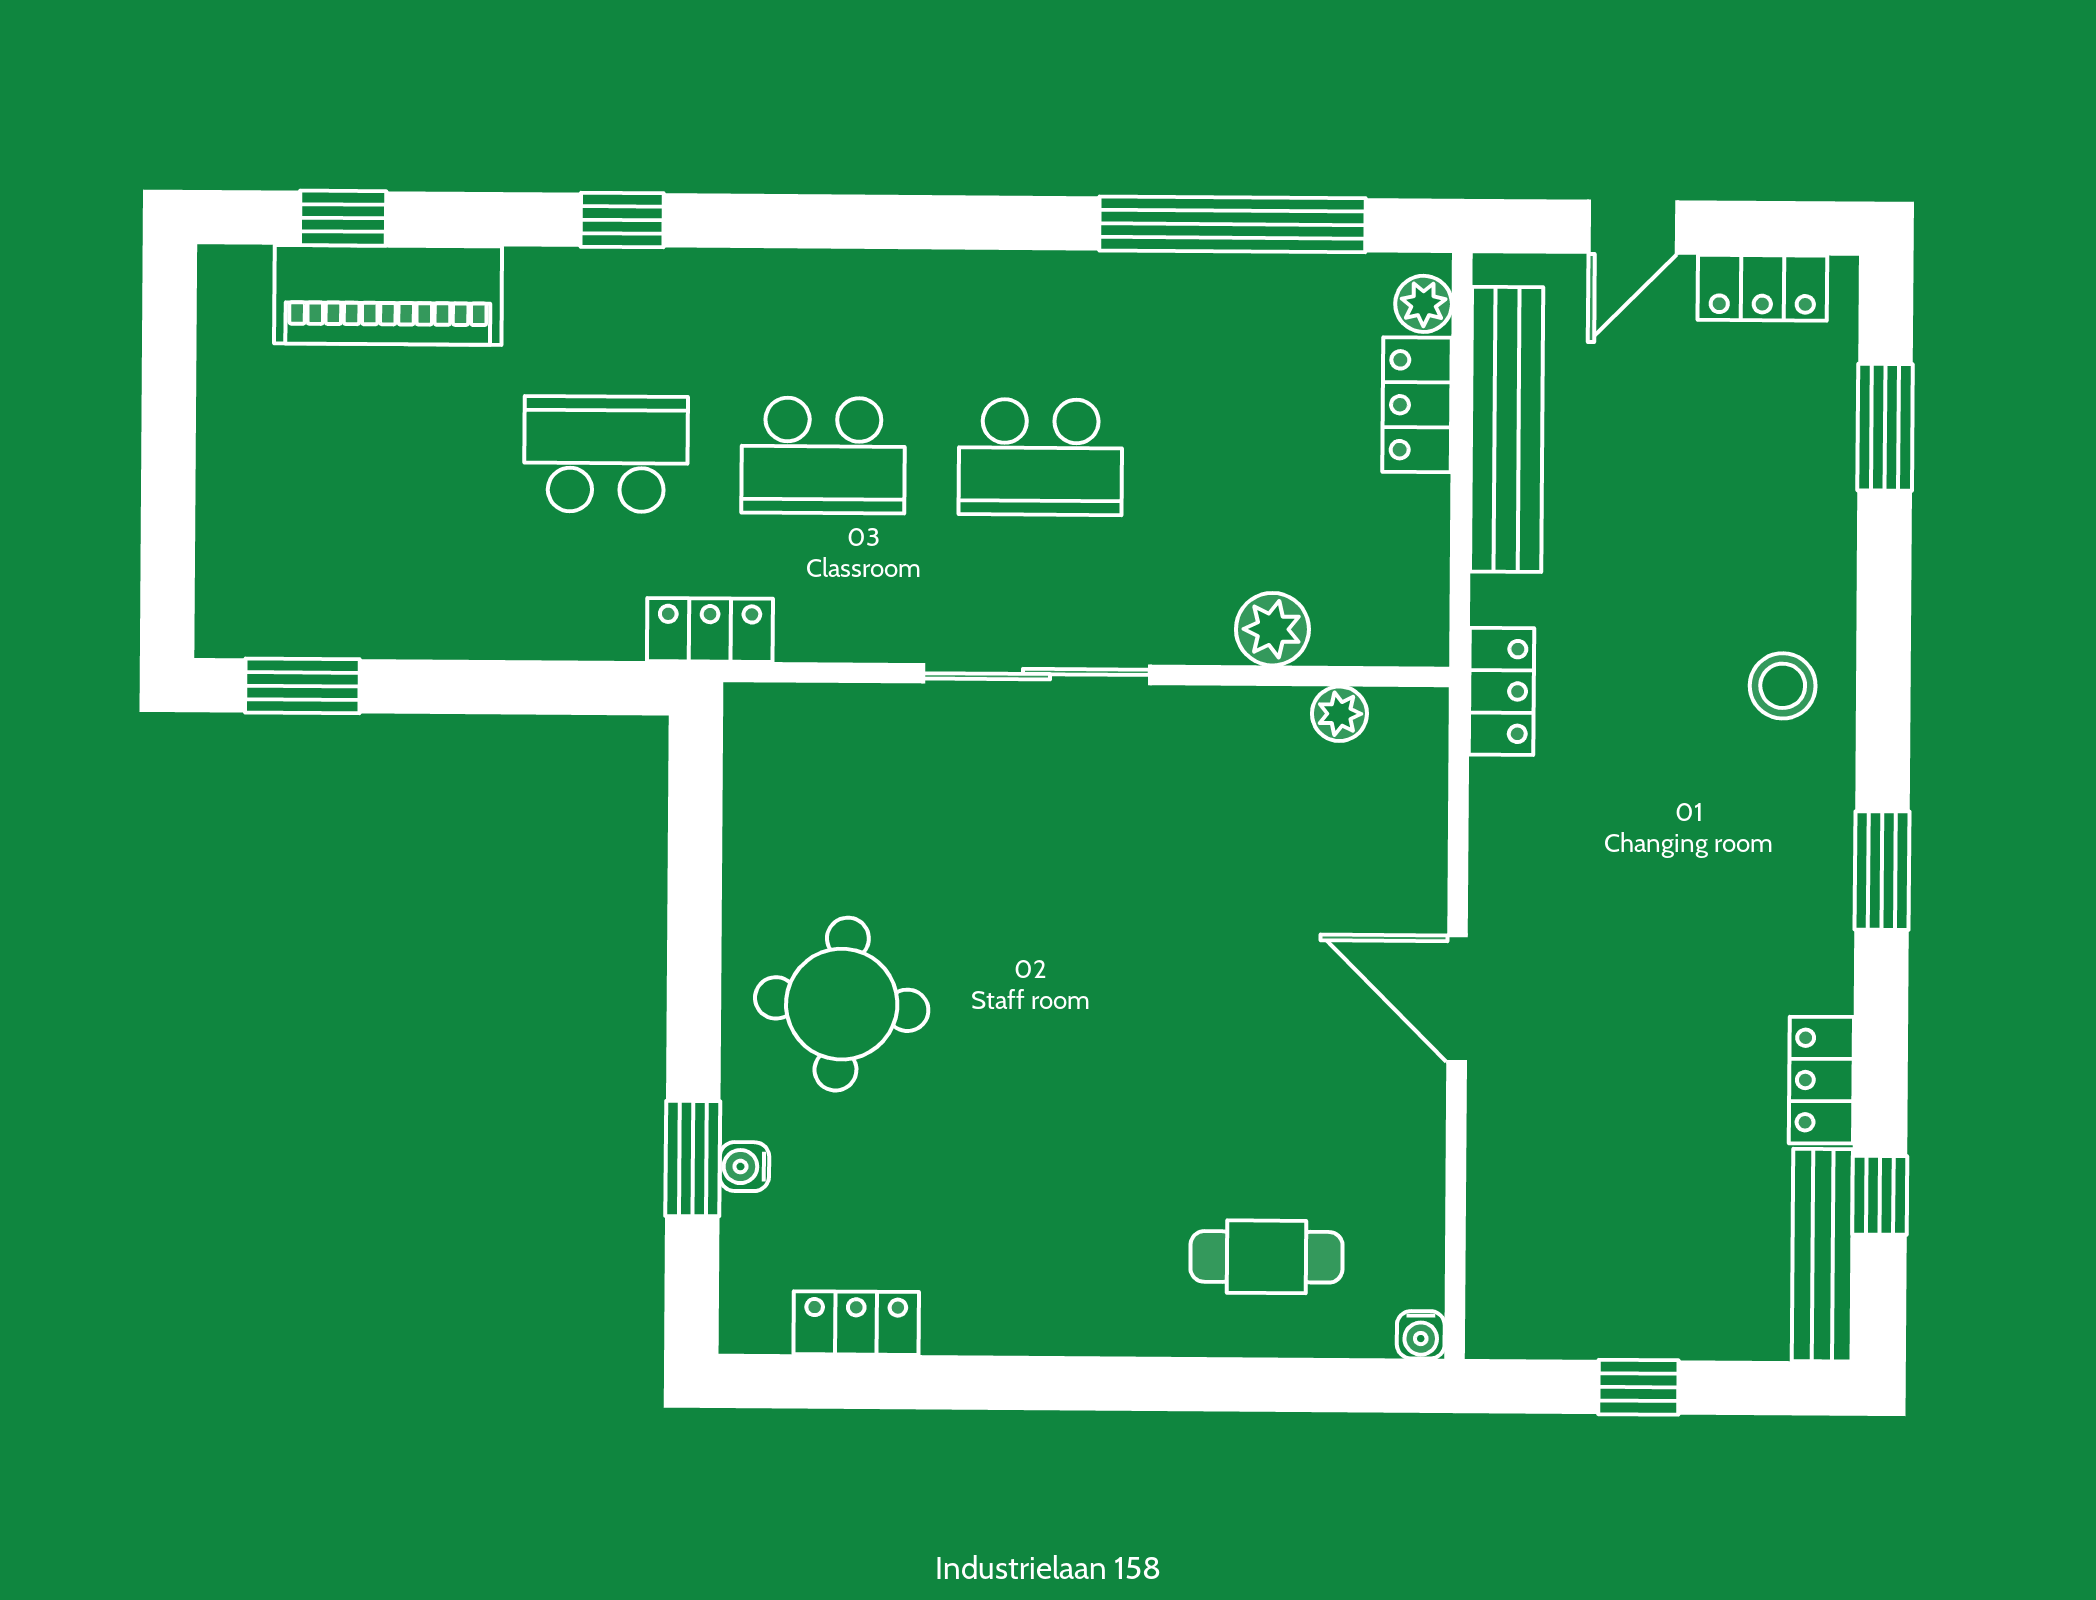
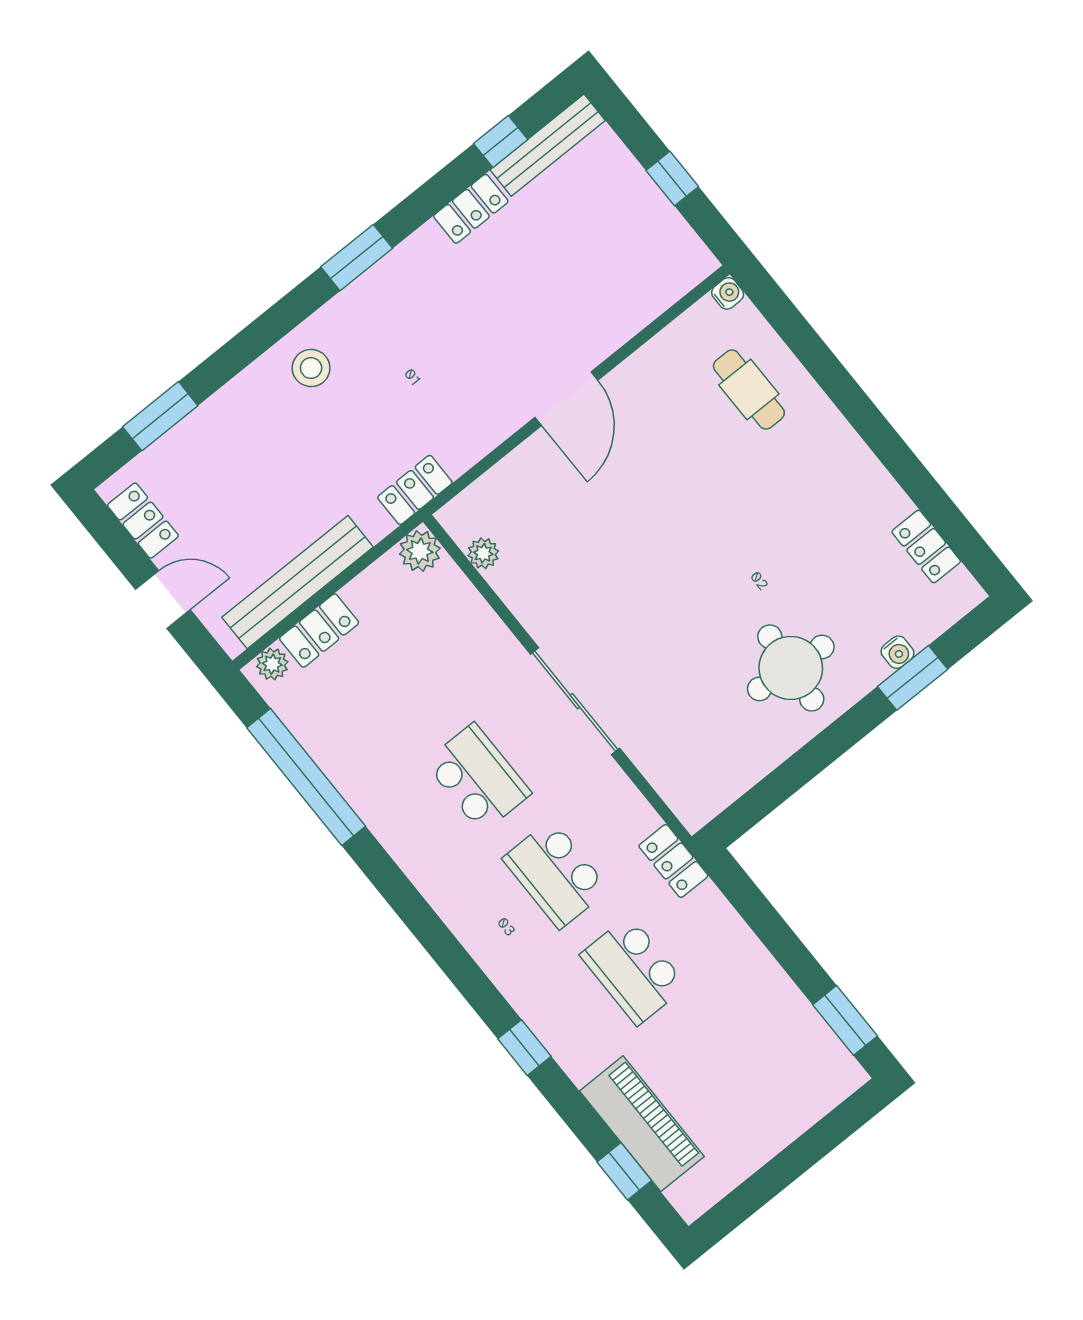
school desk: (823, 456) -> (556, 874), turned 180
plant: (1272, 629) -> (420, 551), moved

